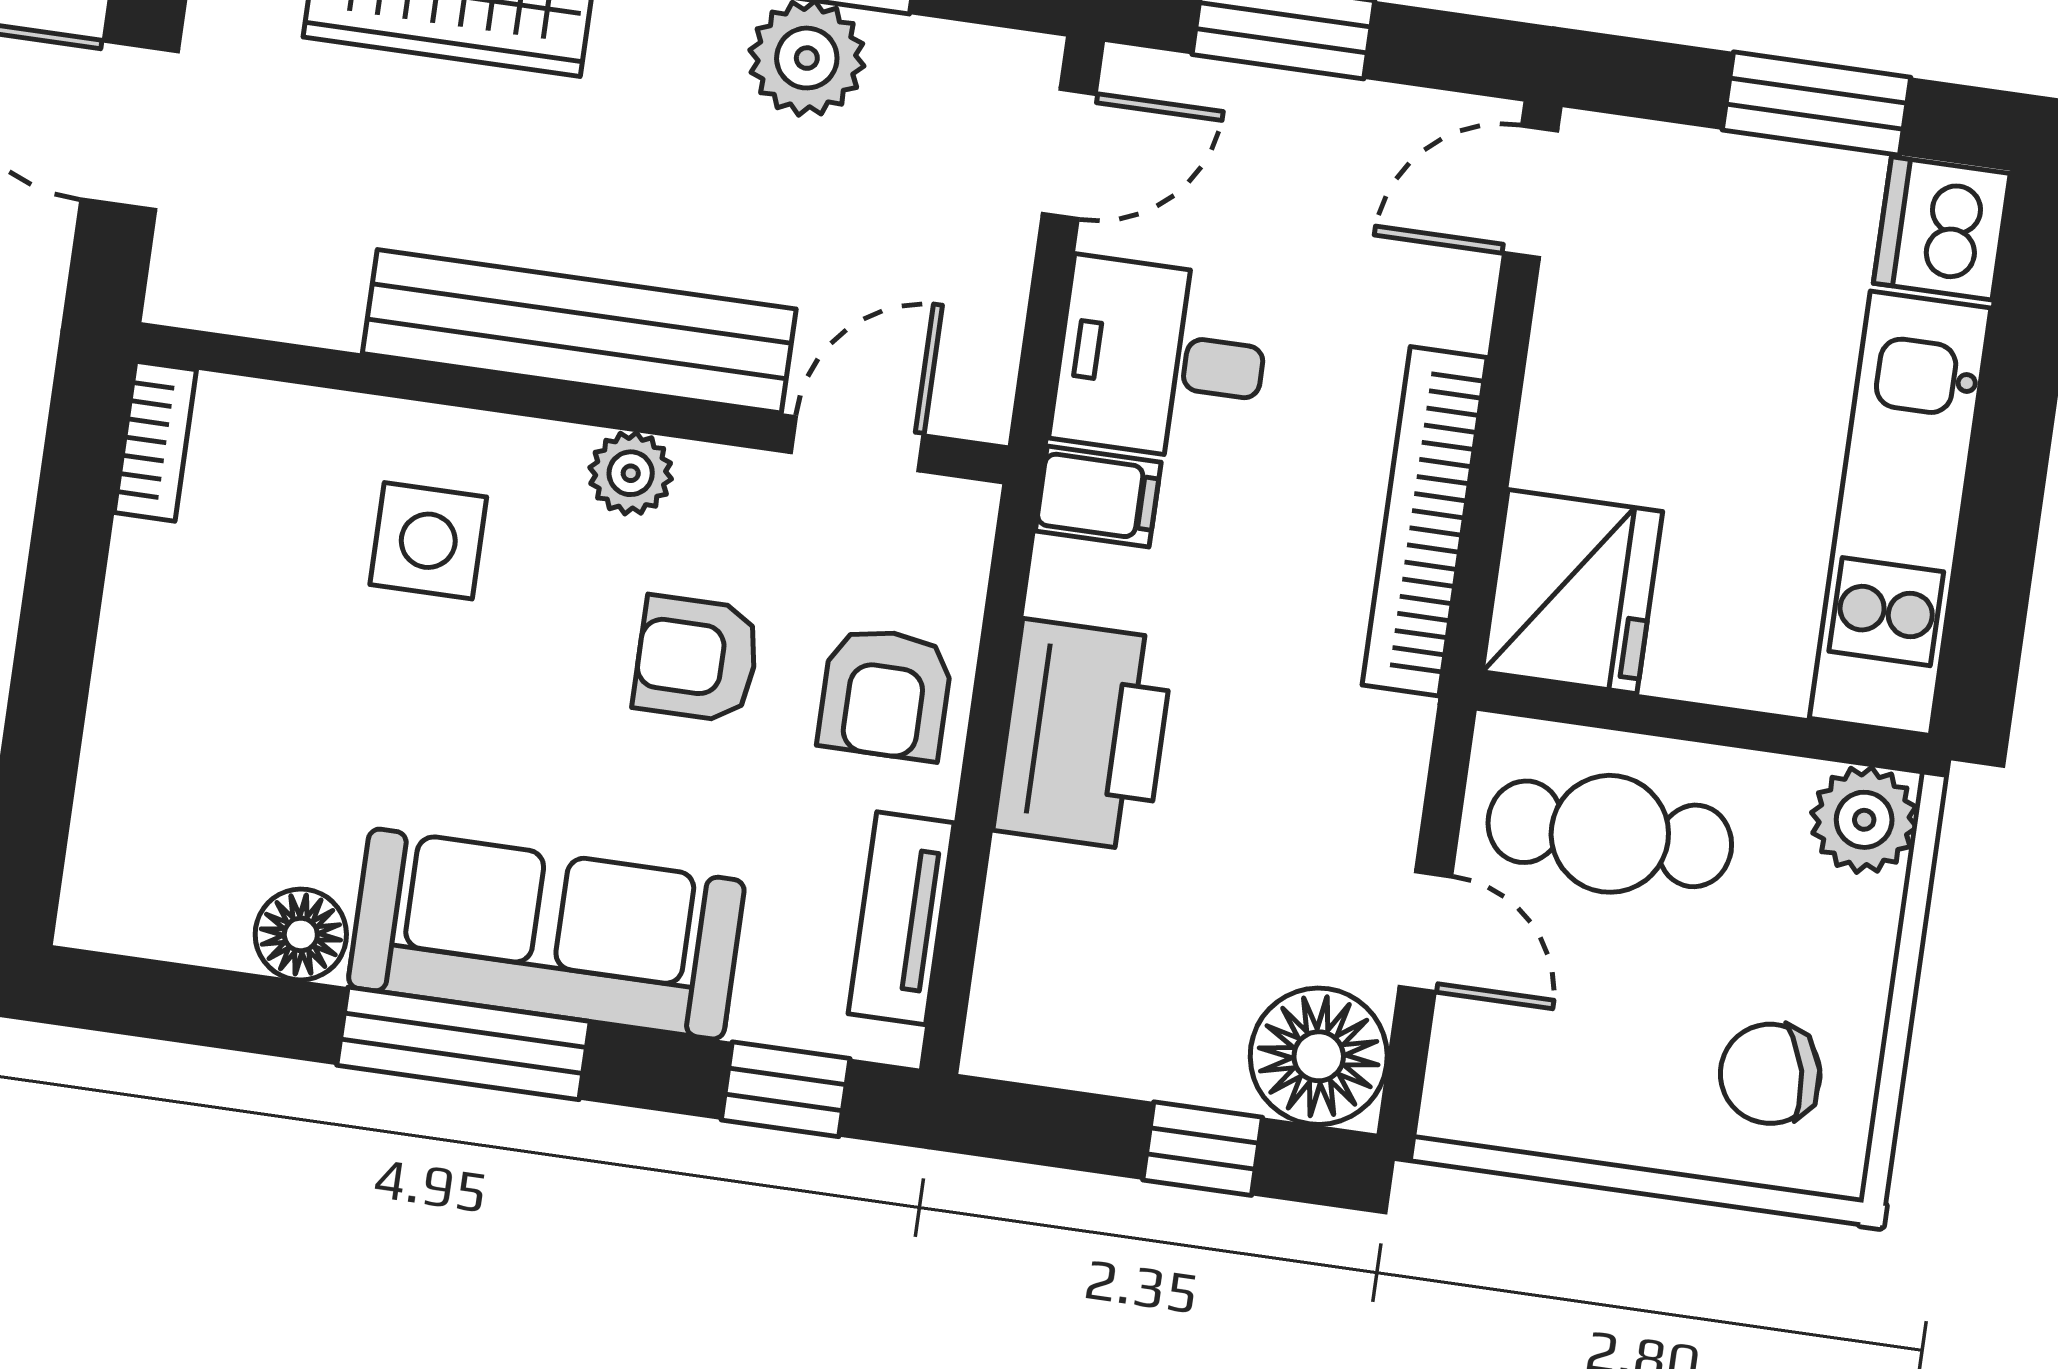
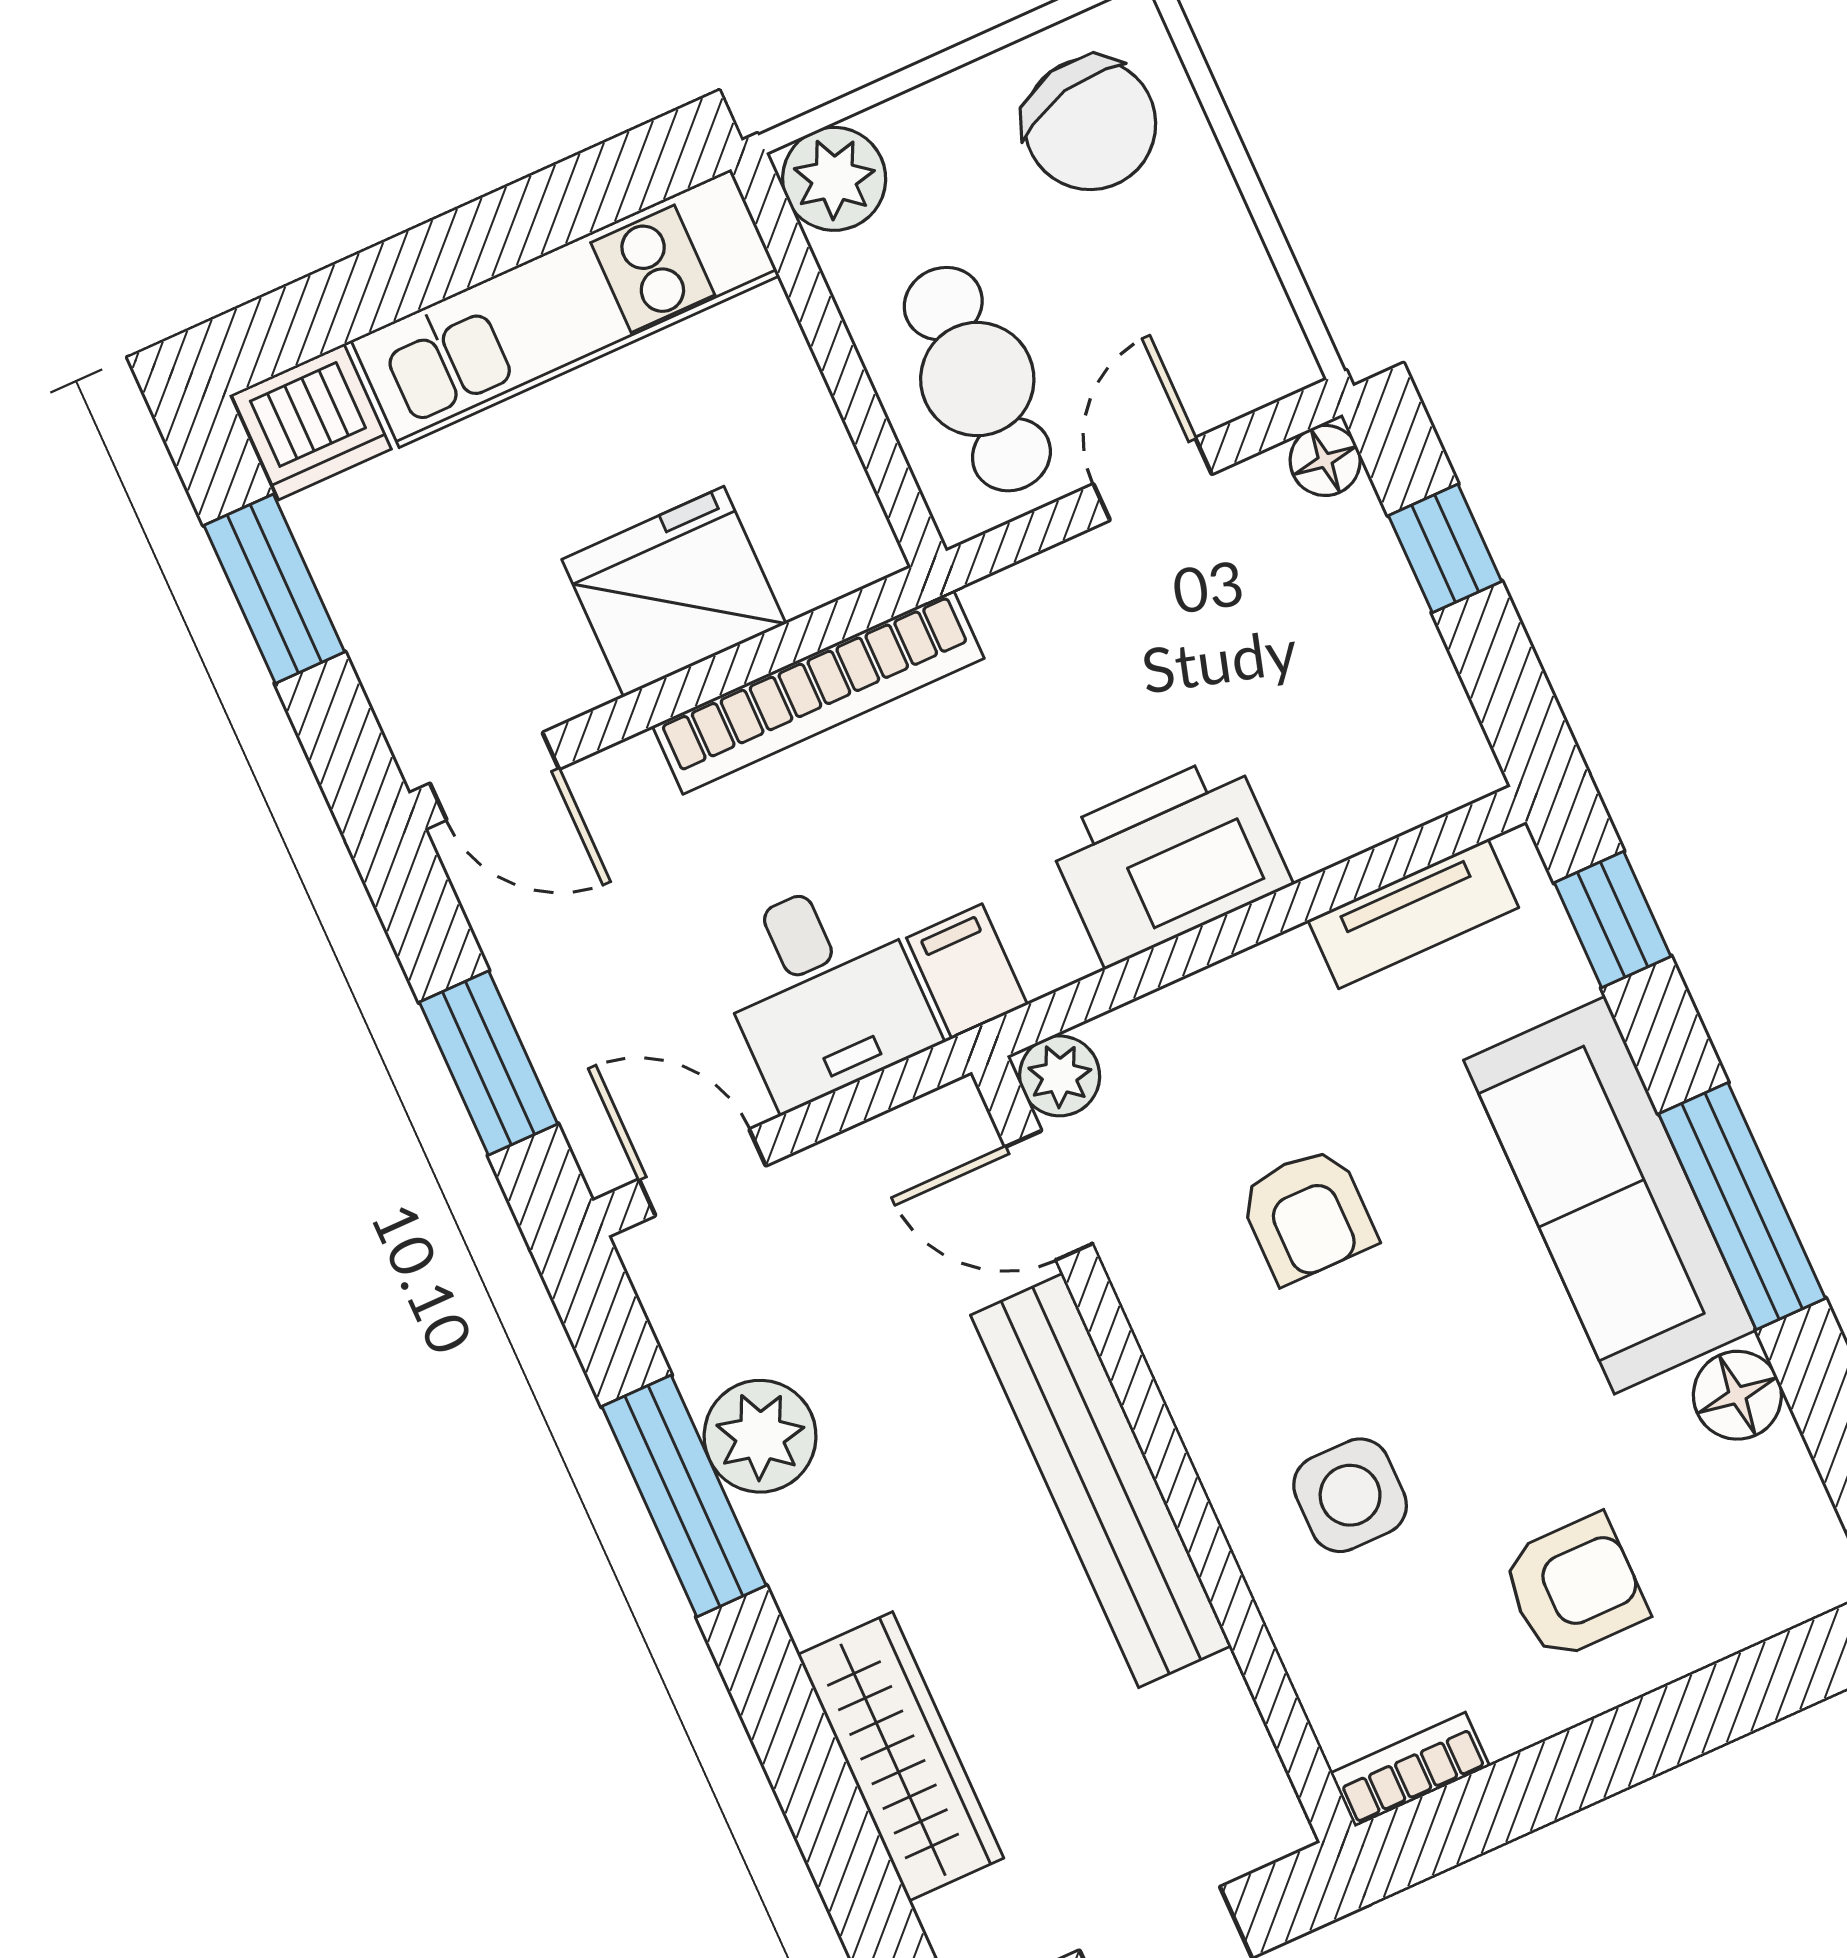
plant: (631, 473) -> (1060, 1076), moved
fridge: (1572, 592) -> (674, 592), moved
armchair: (885, 694) -> (1574, 1587), moved
floor lamp: (1319, 1056) -> (1325, 460), width x0.53, depth x0.53
chair: (1770, 1074) -> (1090, 124), width x1.37, depth x1.37

